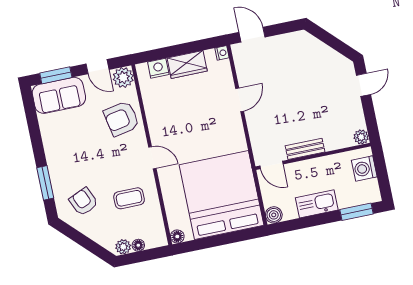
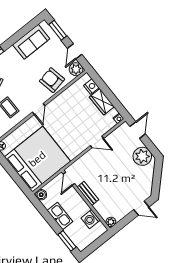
plant: (292, 47) -> (142, 156), added
sofa: (59, 95) -> (31, 42), moved, turned -90
washing machine: (364, 169) -> (91, 219), moved, turned -90

